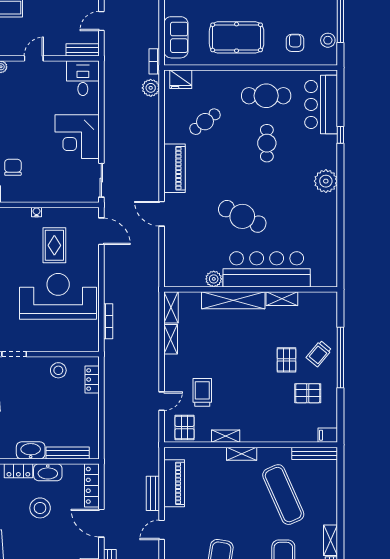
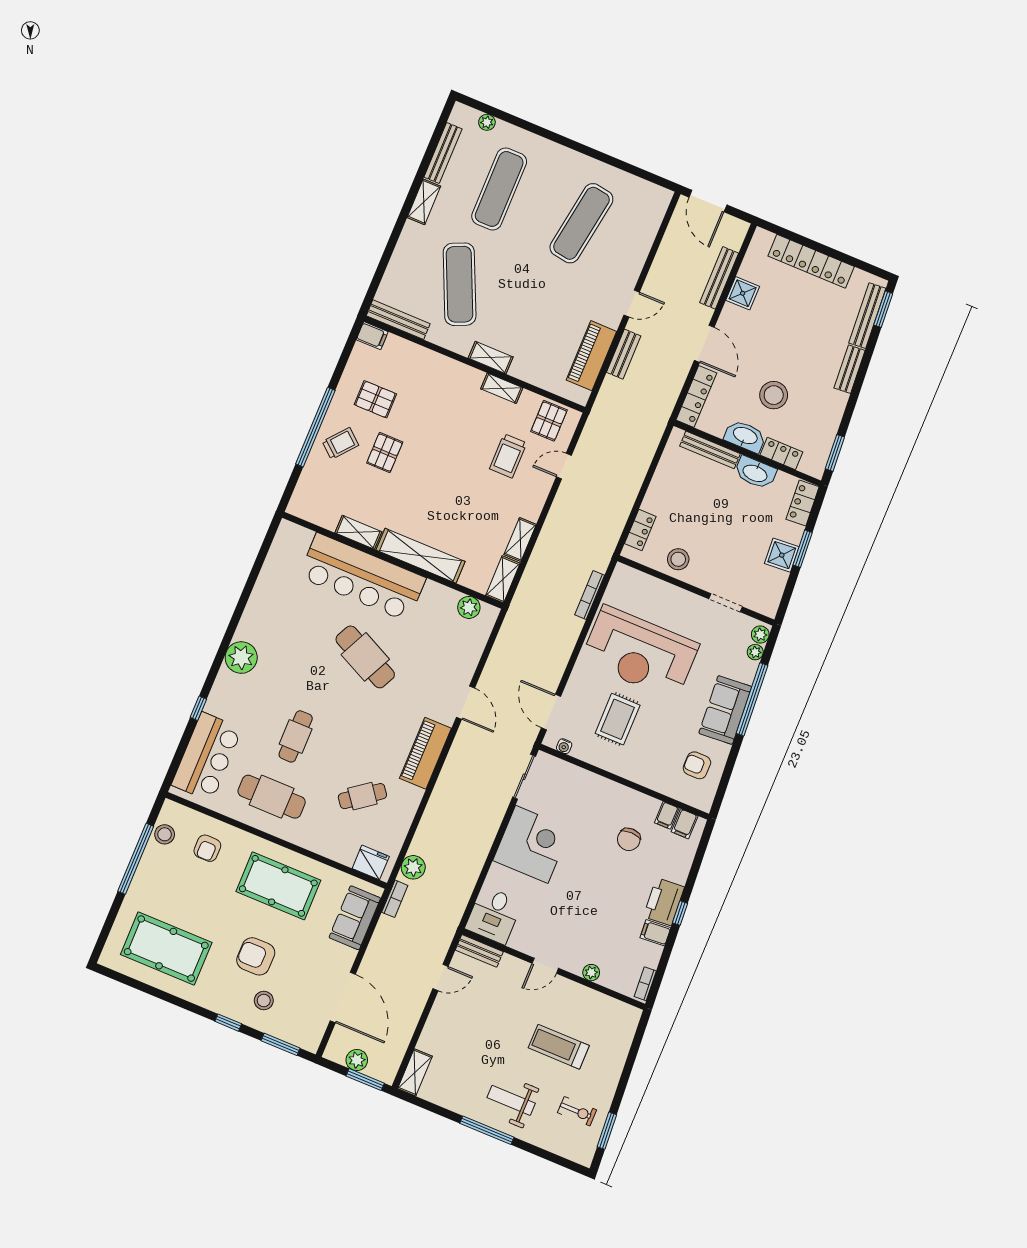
water cooler: (37, 212) -> (564, 746), moved
plant: (214, 279) -> (469, 607), moved

